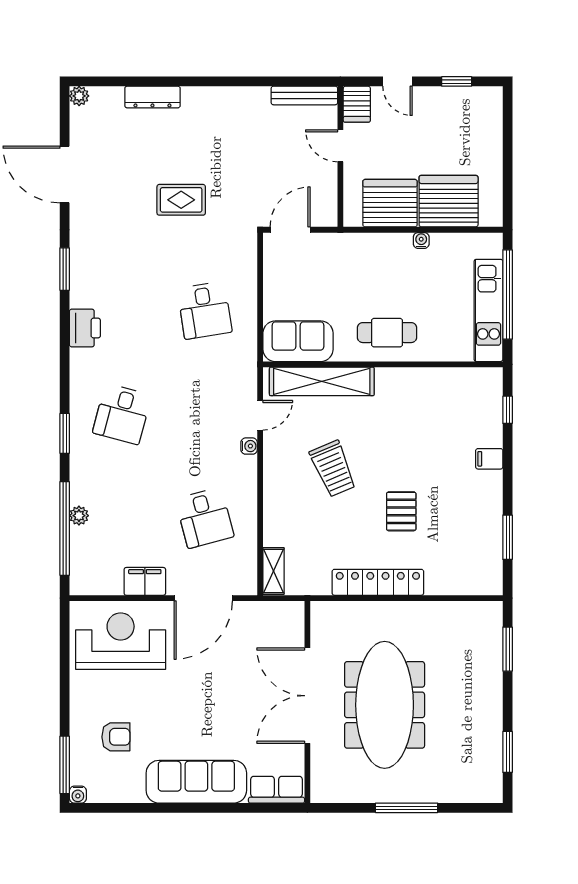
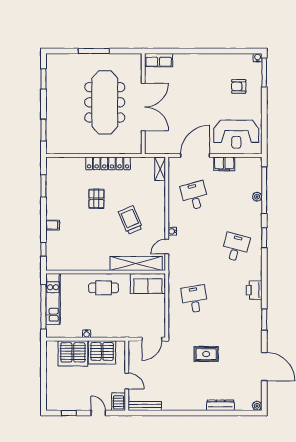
sofa: (196, 782) -> (199, 64), removed

